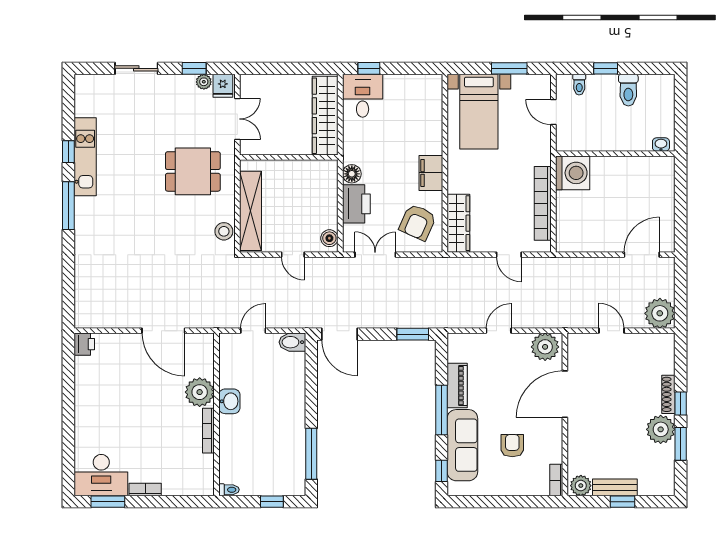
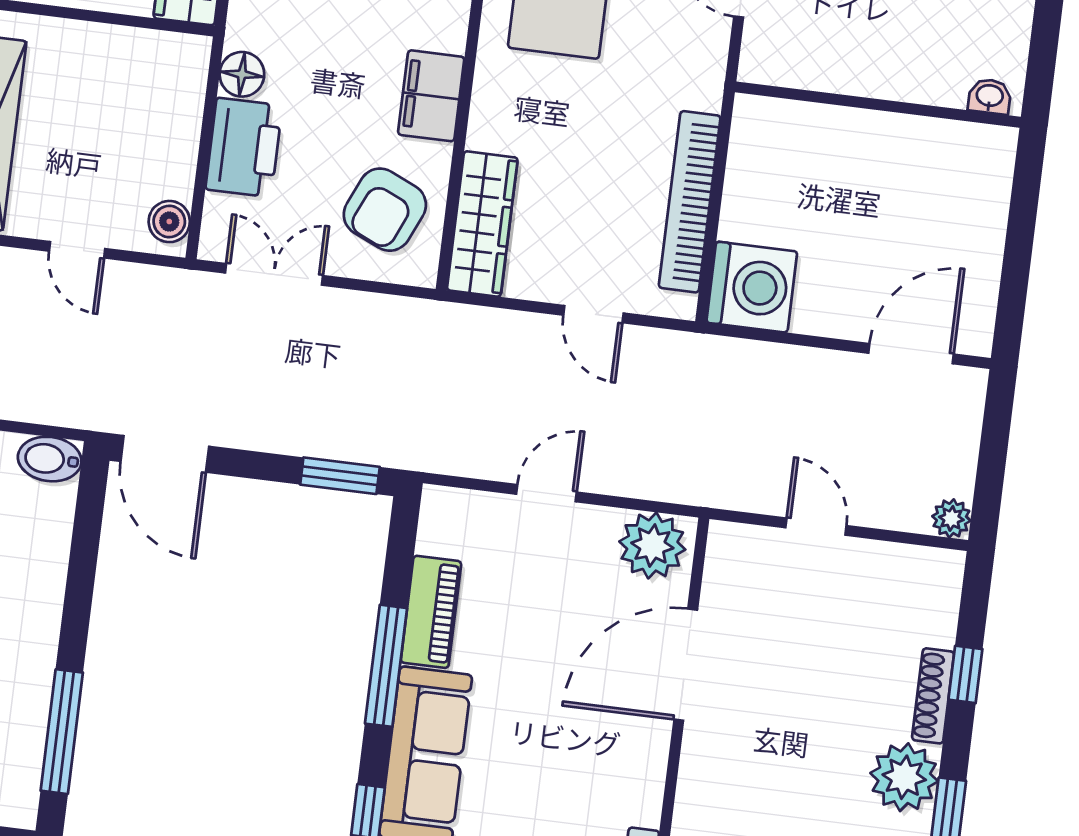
washing machine: (573, 173) -> (752, 287), moved
plant: (660, 313) -> (951, 518), width x0.53, depth x0.53
window: (681, 404) -> (965, 674), moved
armchair: (512, 446) -> (545, 772), removed

